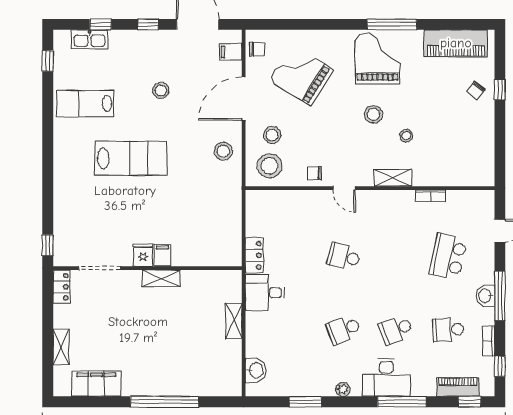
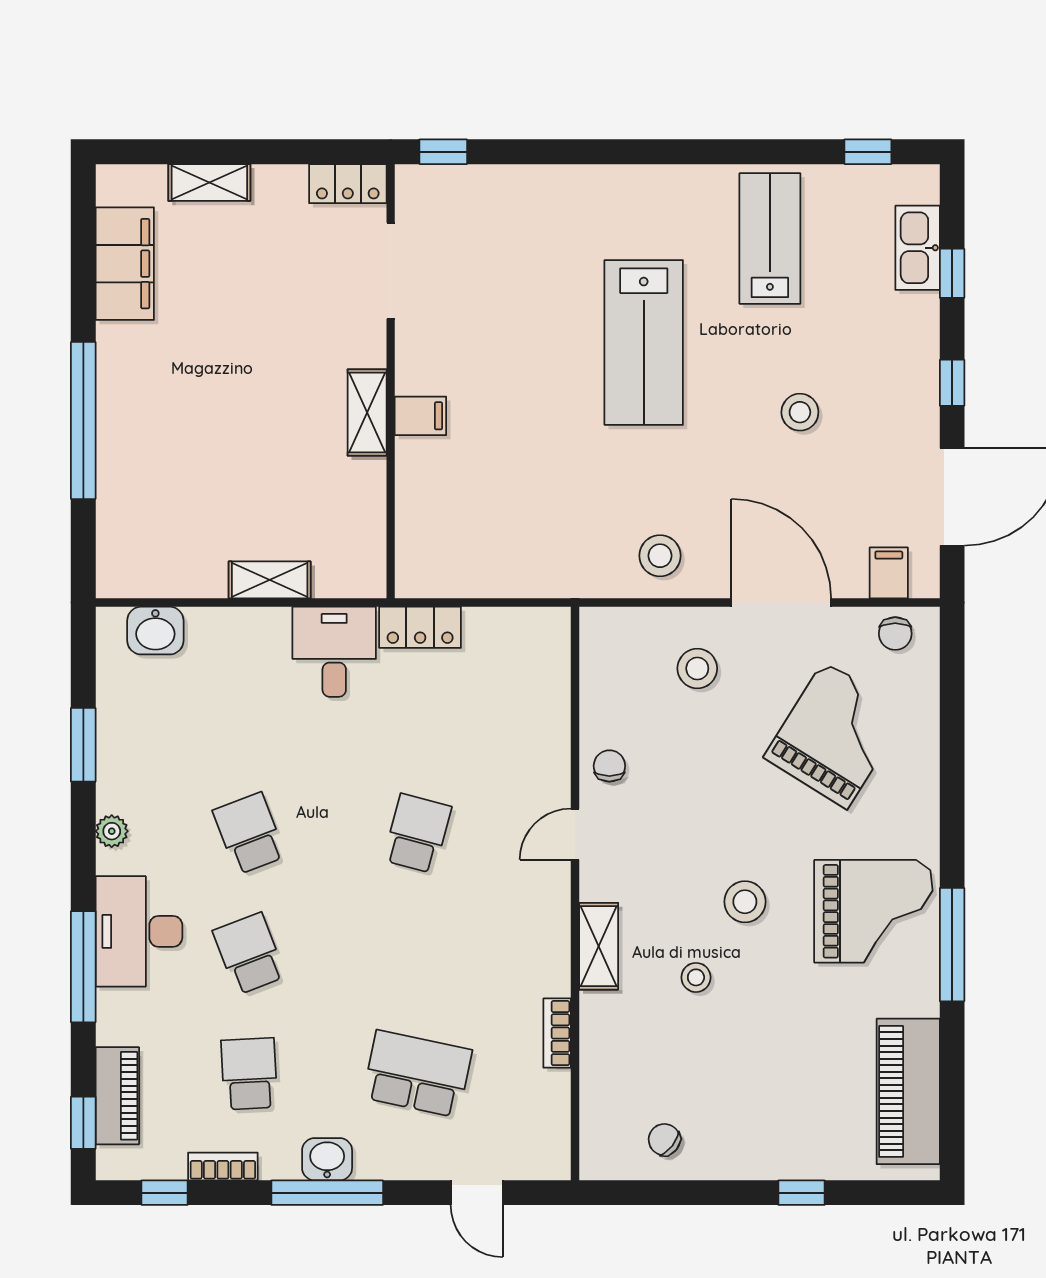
chair: (476, 90) -> (664, 1140), moved
stool: (270, 166) -> (627, 662), removed
fridge: (143, 255) -> (421, 371), removed

